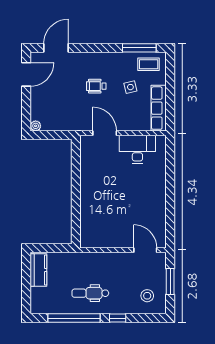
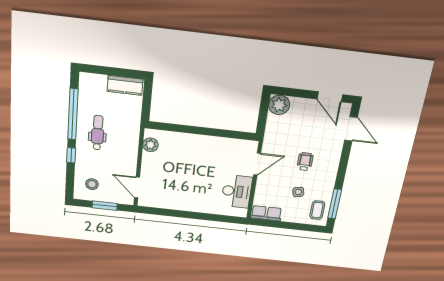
row of seats: (159, 108) -> (266, 213), width x0.68
plant: (36, 126) -> (279, 105), width x1.88, depth x1.88
plant: (97, 241) -> (150, 145), added
door: (145, 250) -> (137, 187), swing flipped

